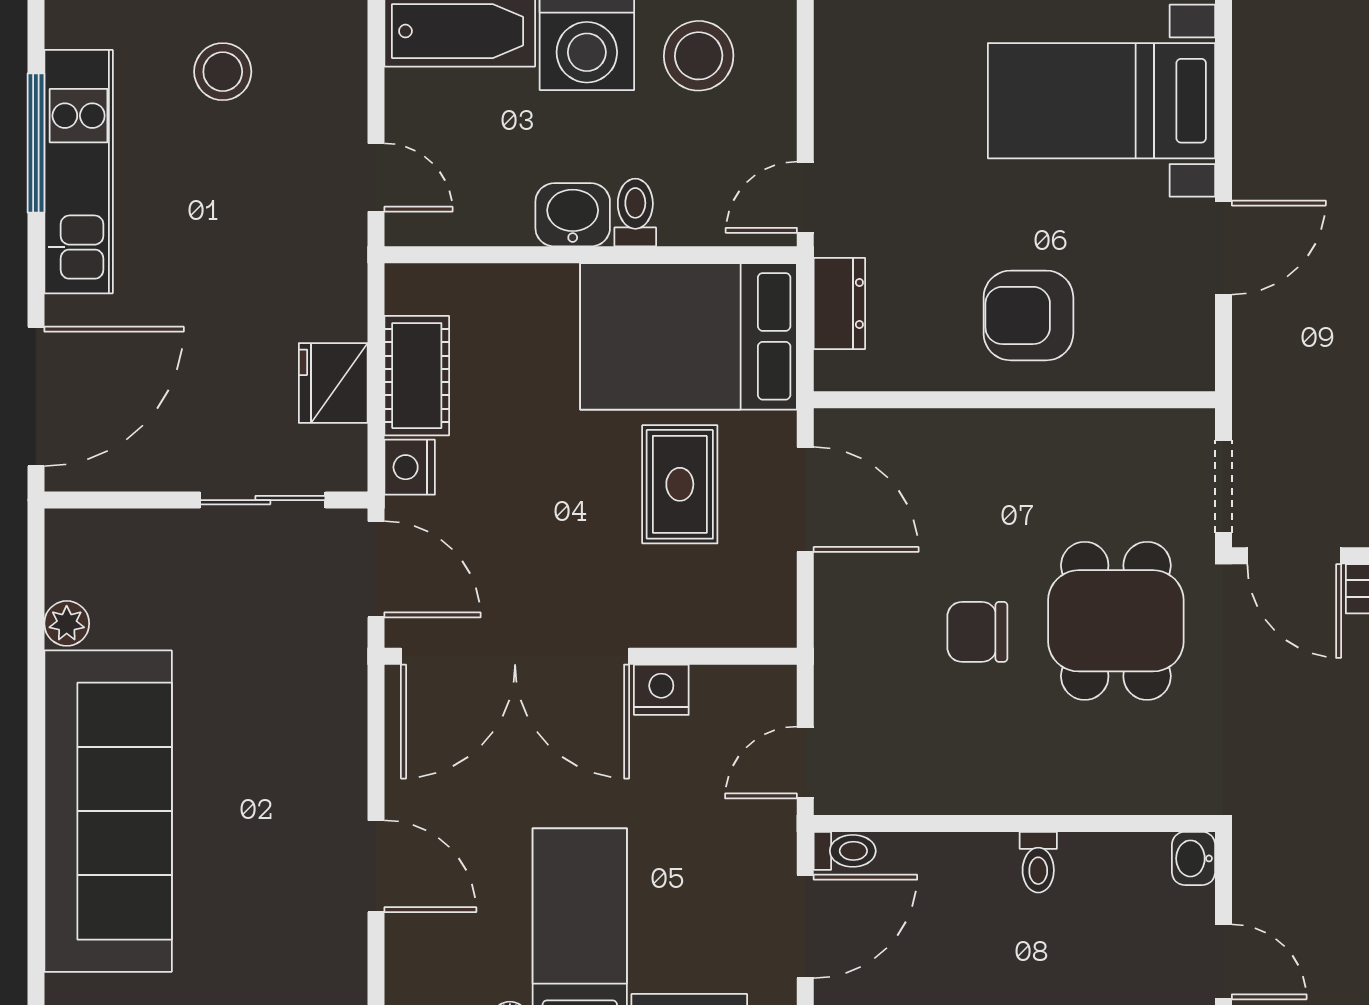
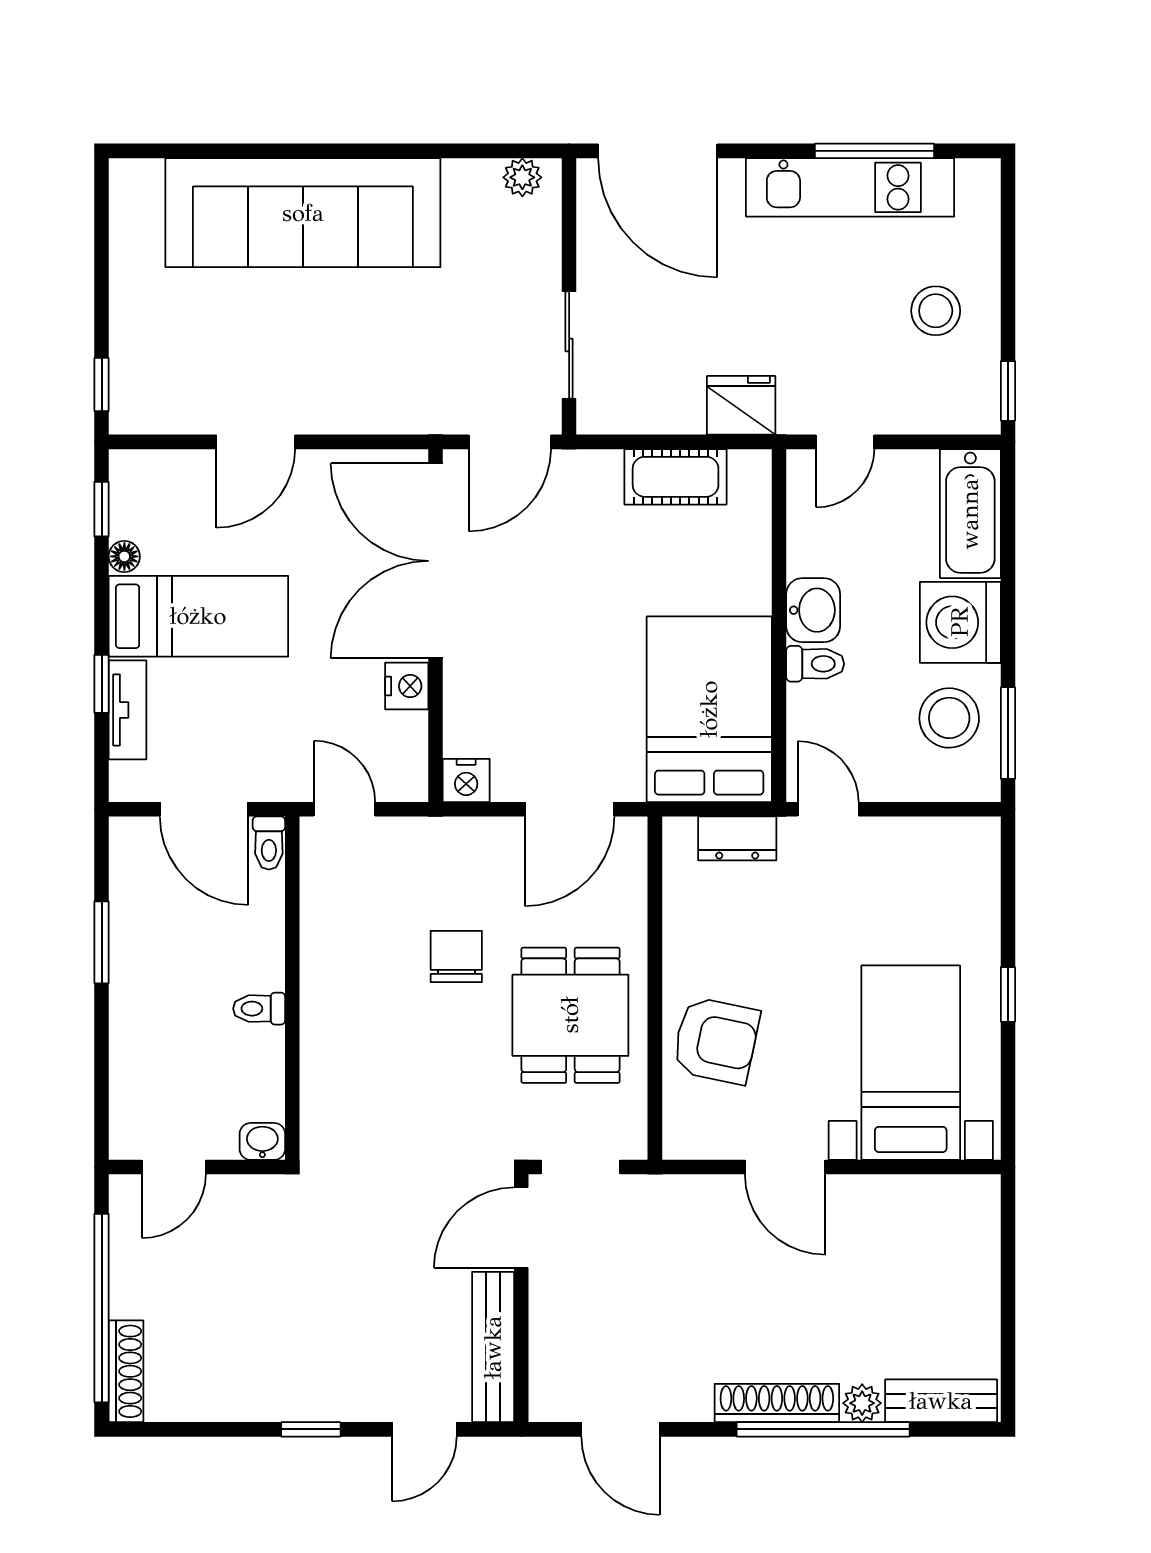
armchair: (1028, 315) -> (716, 1040), moved, turned 102
fridge: (333, 383) -> (741, 405), moved
nightstand: (410, 467) -> (466, 780), moved, turned 180
rug: (680, 484) -> (583, 702), removed
dining table: (1116, 621) -> (570, 1015), moved, turned 90
plant: (67, 623) -> (522, 177), moved

